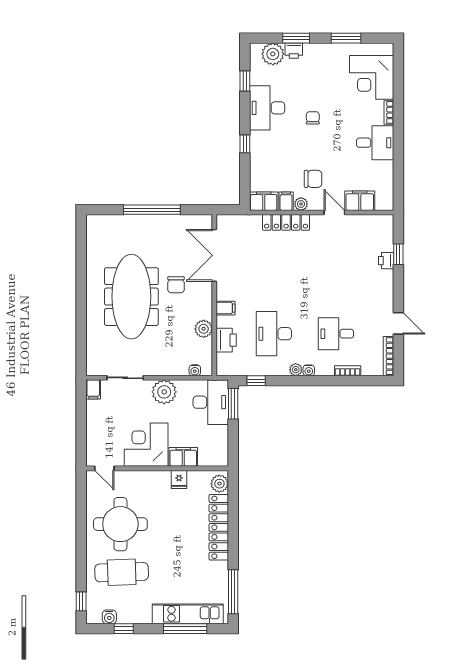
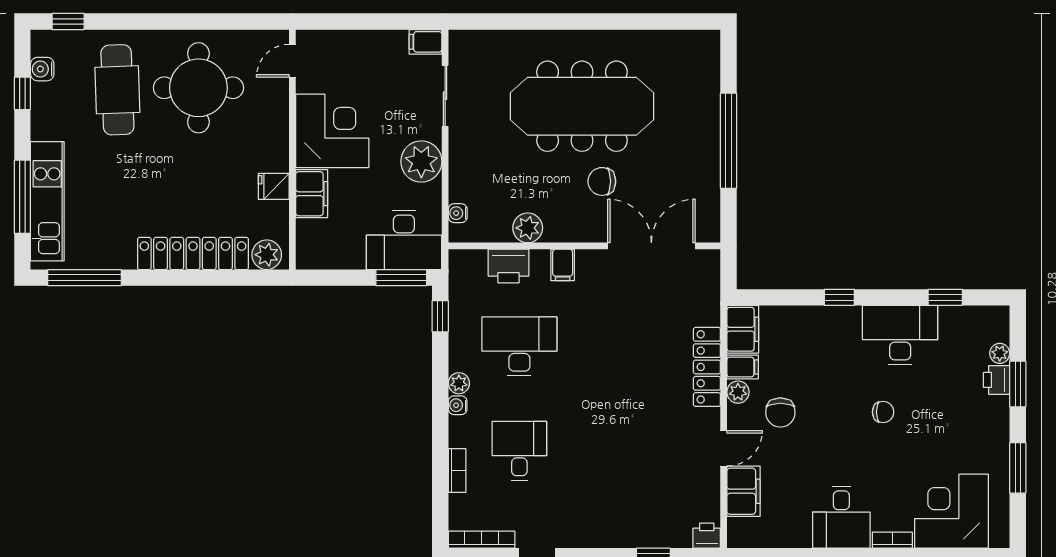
plant: (273, 54) -> (1000, 353), width x0.53, depth x0.53
printer: (386, 261) -> (707, 536), moved

